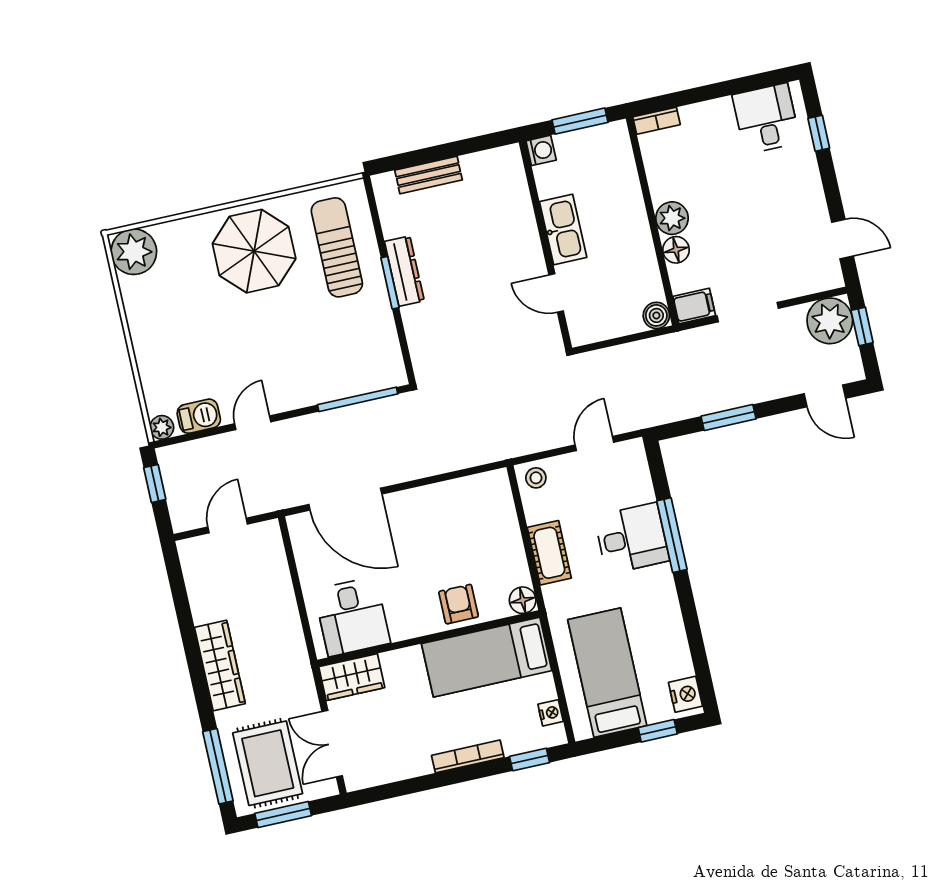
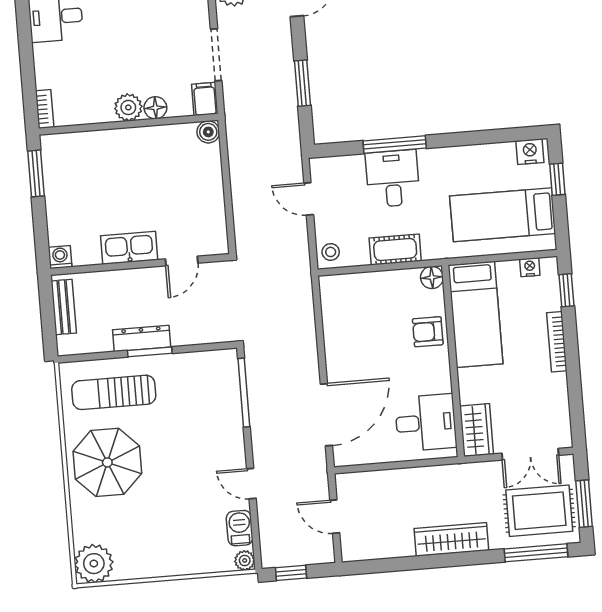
washing machine: (541, 150) -> (60, 257), moved
kitchen sink: (563, 230) -> (129, 248), moved
wall: (545, 245) -> (140, 264), moved
door: (556, 293) -> (182, 261), moved

